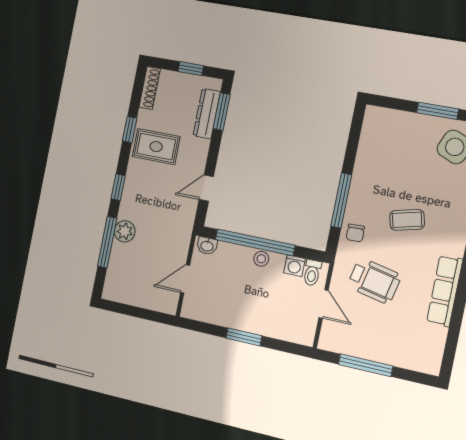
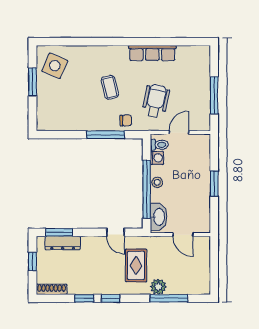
rug: (156, 147) -> (136, 265), moved
window: (118, 187) -> (111, 298), moved
washbasin: (207, 246) -> (159, 217), width x1.91, depth x1.45

